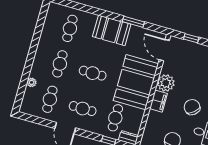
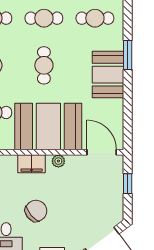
window: (133, 22) -> (128, 55), moved
door: (164, 50) -> (102, 152), hinge flipped
plant: (166, 83) -> (58, 161), width x0.53, depth x0.53

